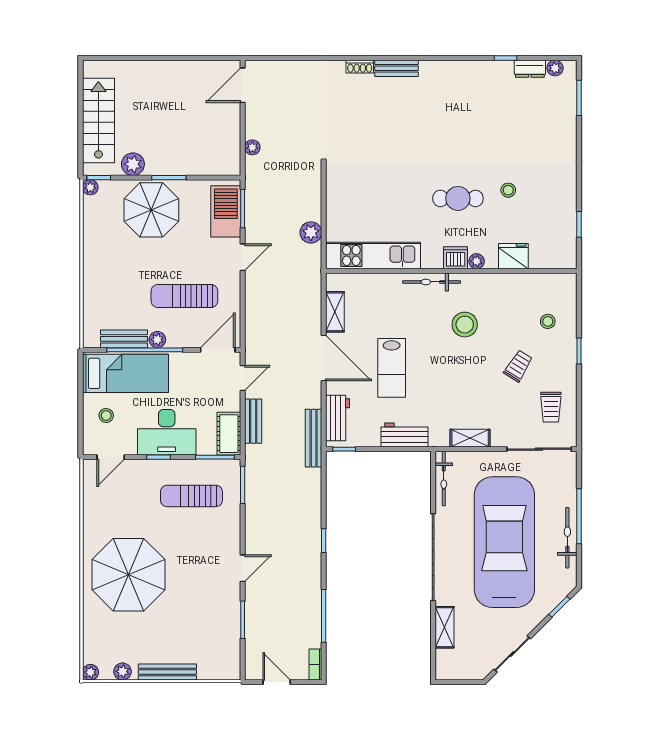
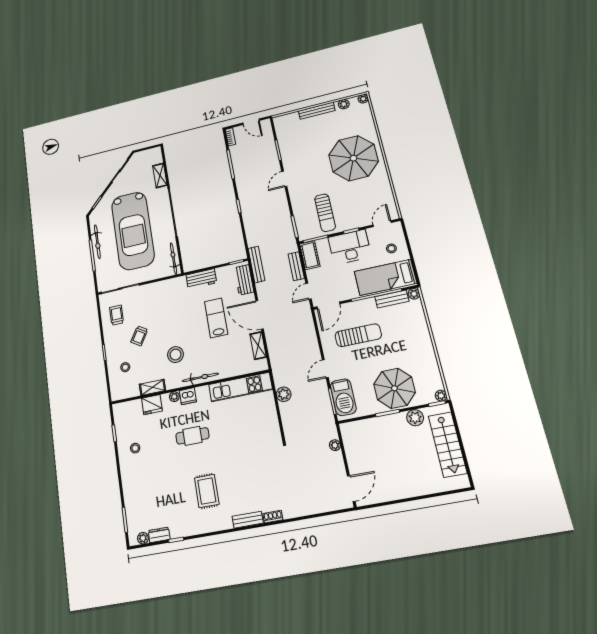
rug: (449, 117) -> (207, 491), added
stool: (508, 190) -> (135, 448), moved
plant: (157, 340) -> (414, 294), moved
shelving: (470, 438) -> (152, 387), moved
sun lounger: (191, 496) -> (325, 213), turned 90

